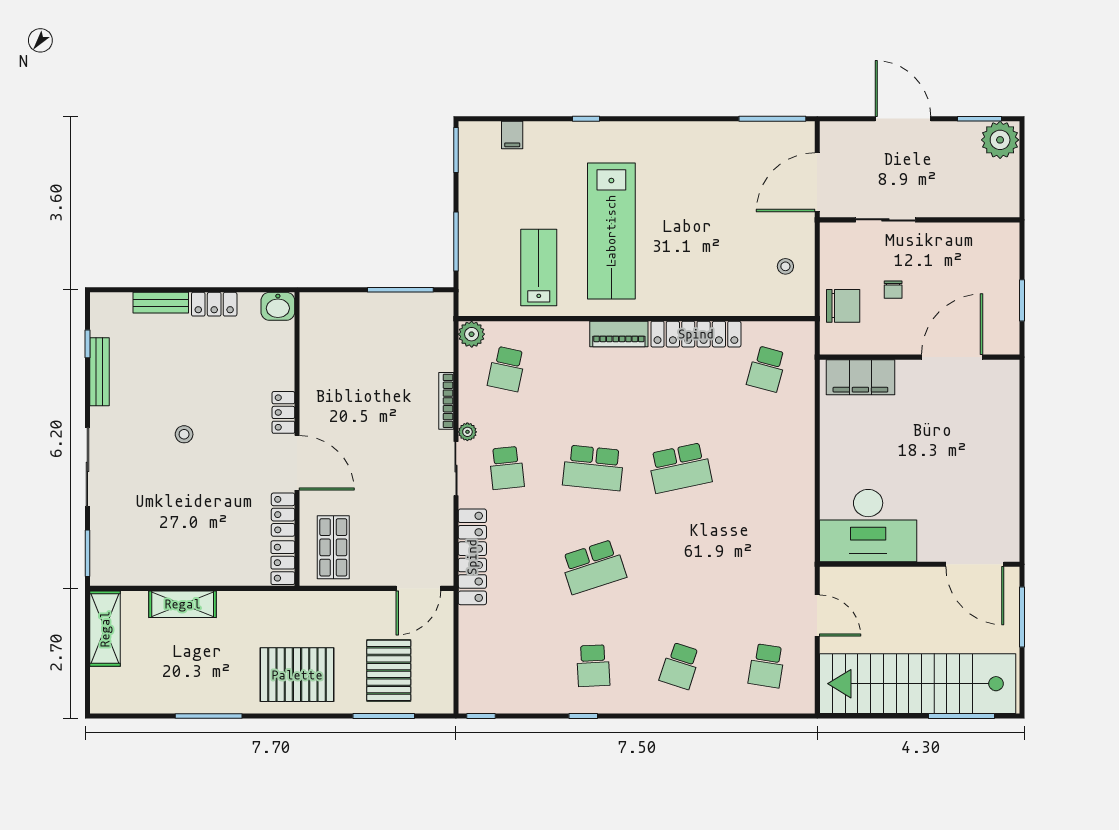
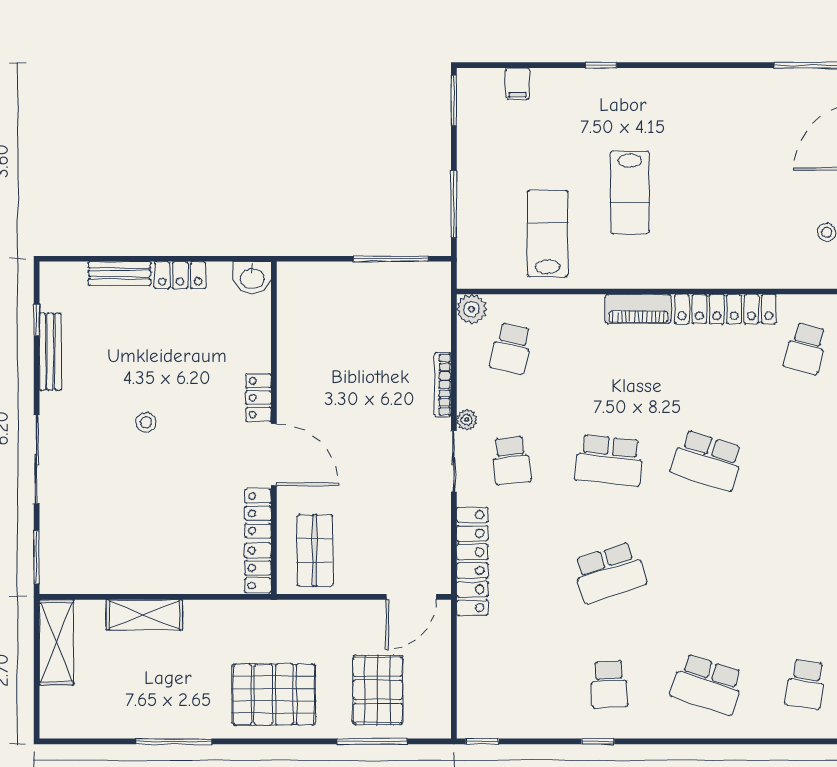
lab bench: (611, 231) -> (630, 192), width x0.54, depth x0.72
school desk: (680, 468) -> (707, 460), turned 30
school desk: (680, 666) -> (707, 684), width x1.85

